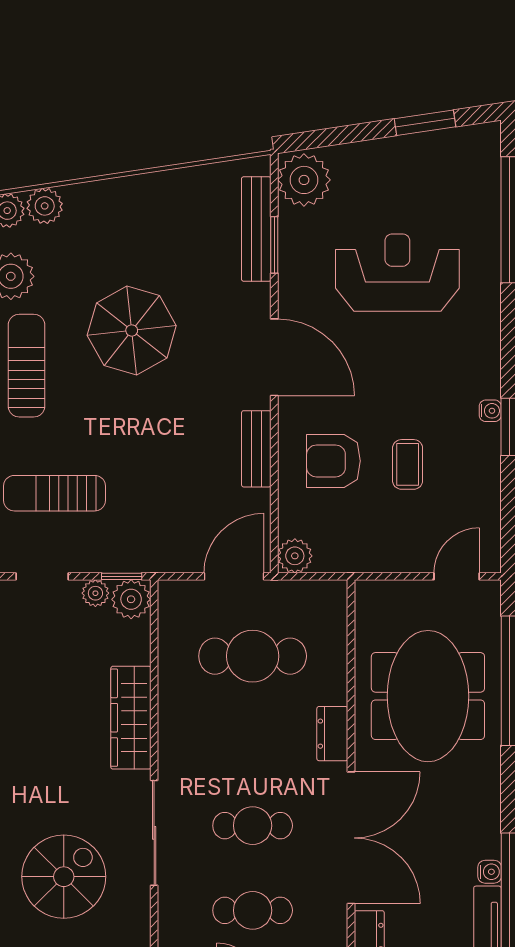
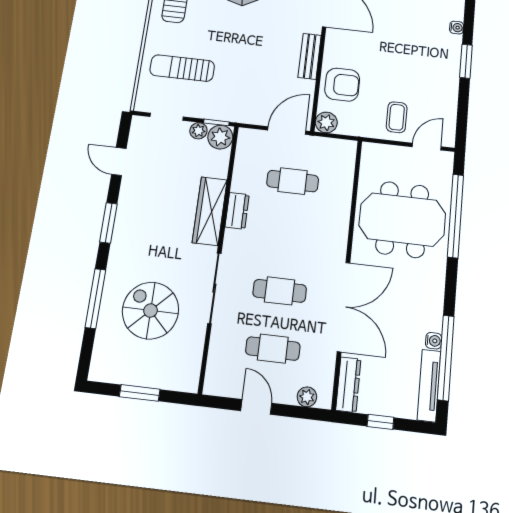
water cooler: (490, 411) -> (457, 28), moved
armchair: (333, 461) -> (342, 85), moved, turned 180
coffee table: (408, 464) -> (397, 117), moved
cafe table: (253, 656) -> (293, 181), width x0.73, depth x0.74
meeting table: (428, 696) -> (402, 219), turned 90
dresser: (332, 734) -> (237, 211), moved, turned 180
spiral stairs: (64, 877) -> (150, 311), turned -90

